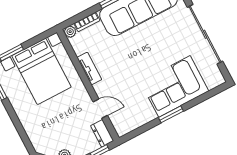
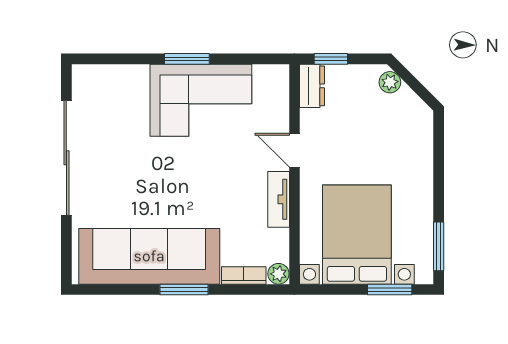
corner sofa: (174, 86) -> (201, 100), moved
door: (100, 109) -> (295, 150), moved

